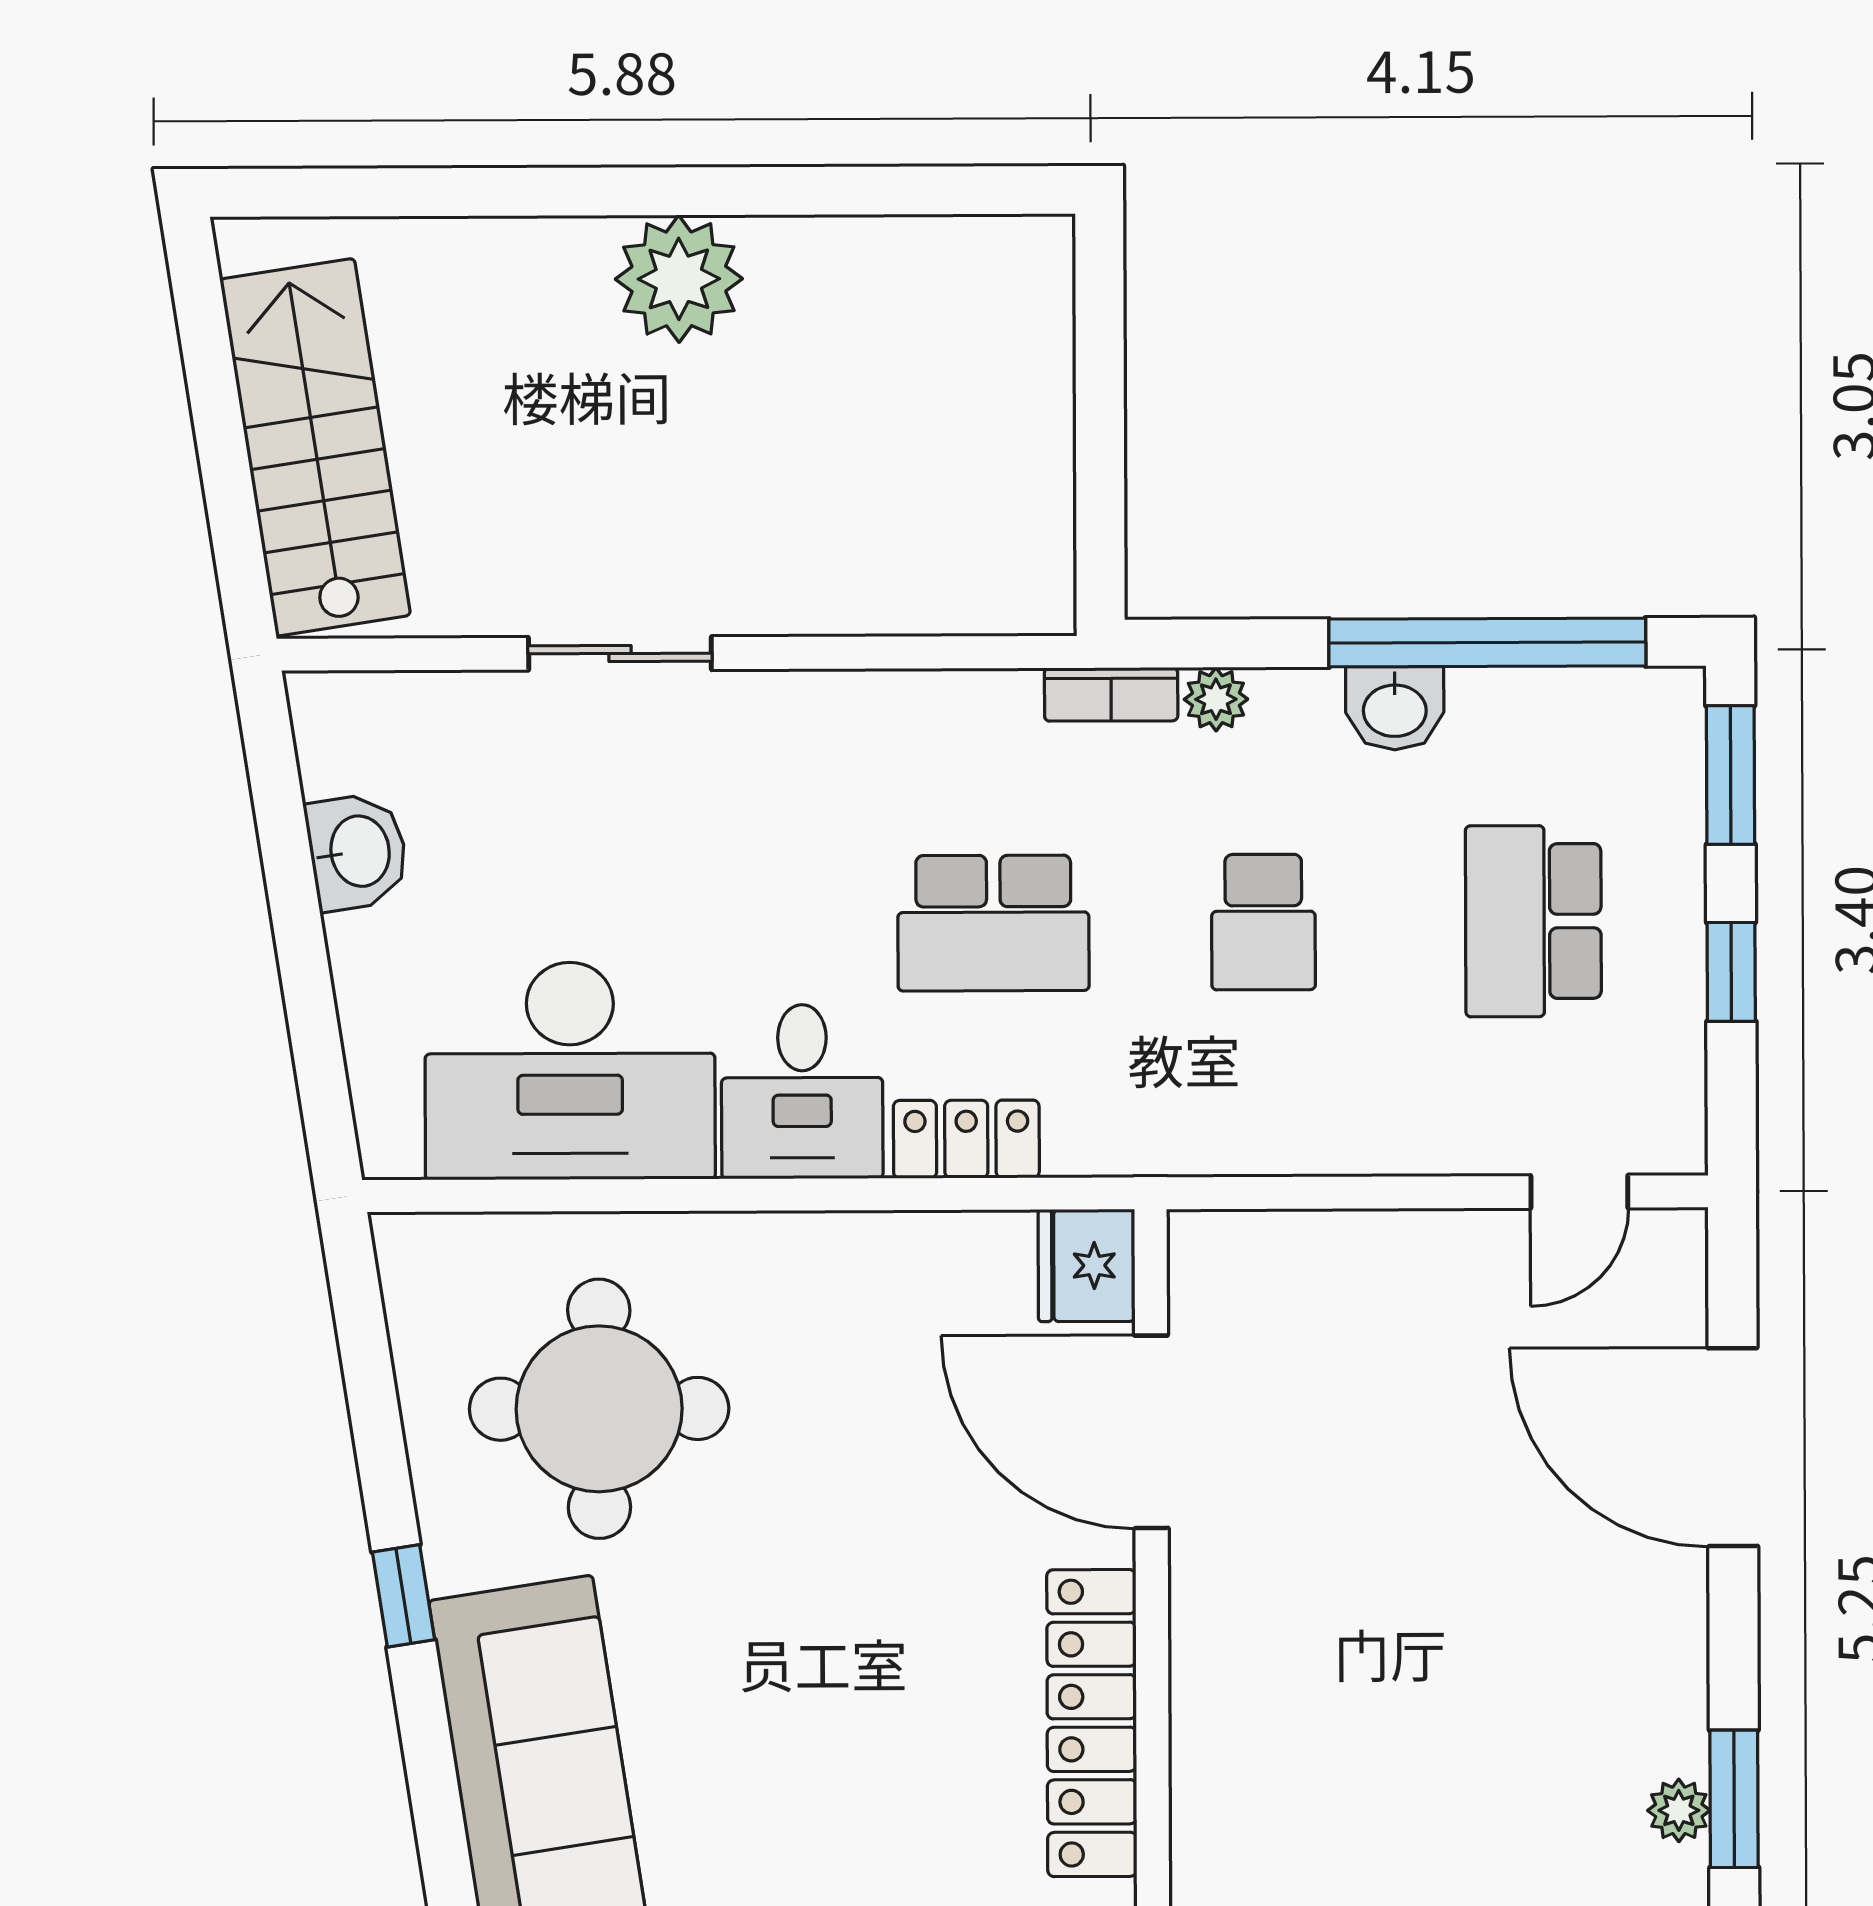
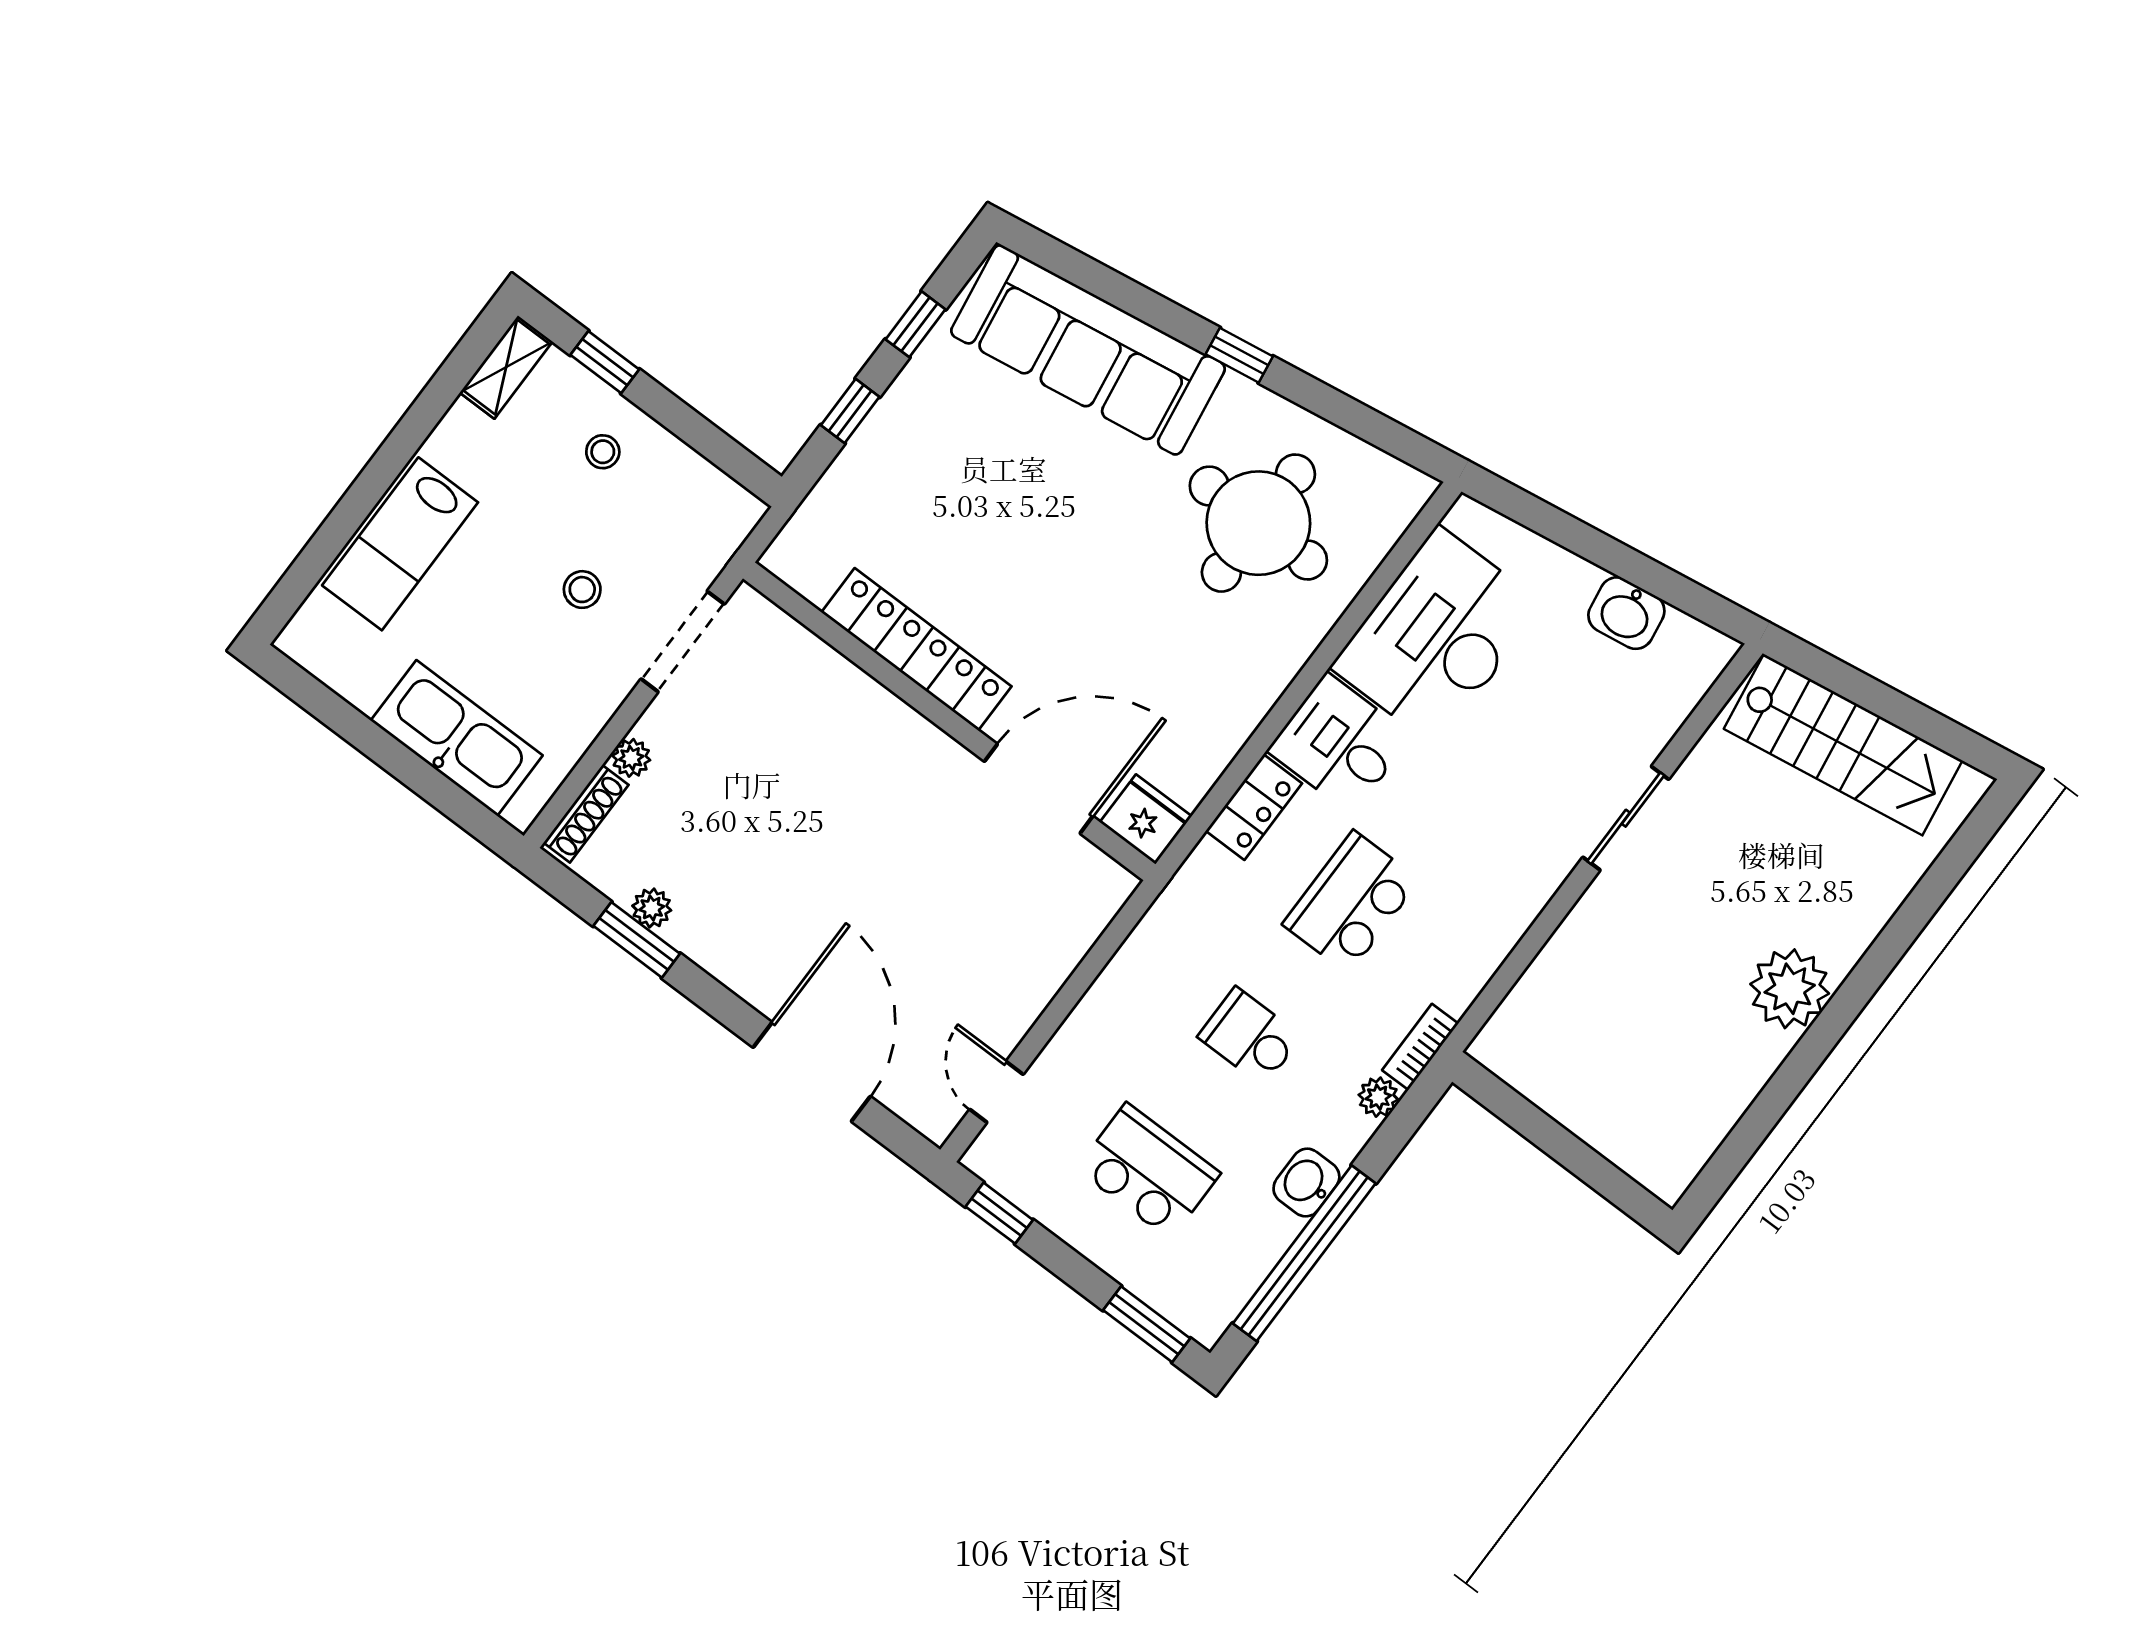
window: (1731, 972) -> (999, 1213), moved
door: (1733, 1447) -> (812, 1072), hinge flipped

